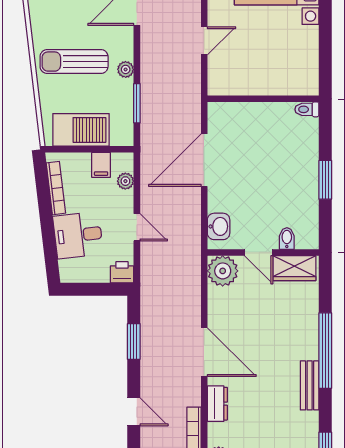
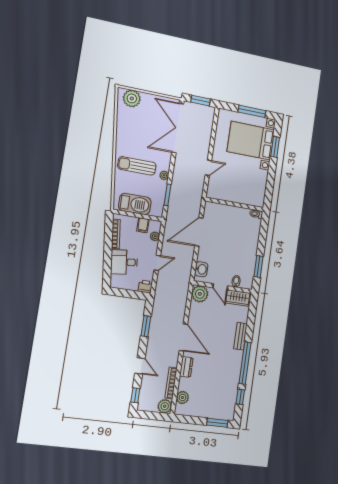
window: (325, 180) -> (258, 267), moved
door: (137, 227) -> (157, 263), hinge flipped
window: (325, 351) -> (245, 363), moved
bench: (310, 385) -> (240, 336), moved

